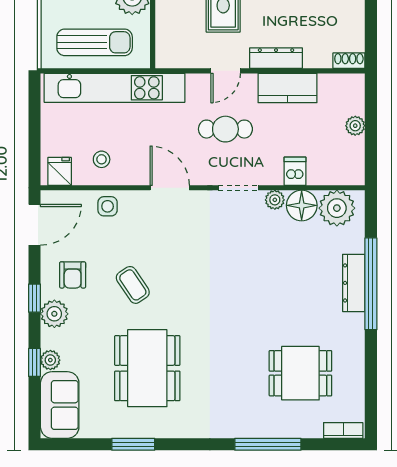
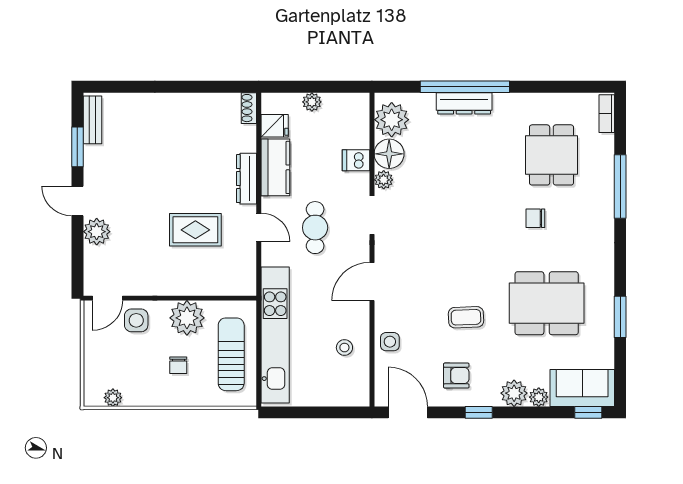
fridge: (60, 171) -> (275, 126), moved, turned 180
coffee table: (133, 285) -> (466, 317), turned 32
plant: (54, 314) -> (514, 393), moved
chair: (235, 357) -> (535, 218), added
window: (35, 362) -> (588, 412), moved

